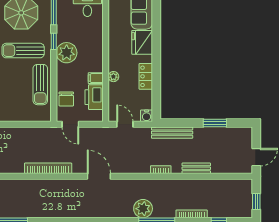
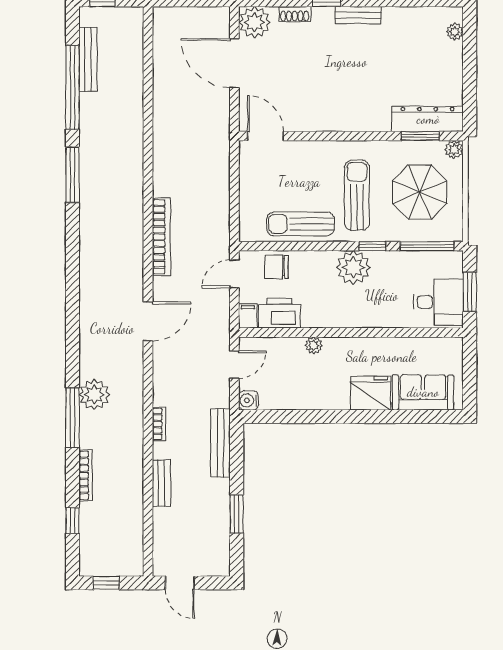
locker: (146, 76) -> (314, 399), removed
filing cabinet: (96, 78) -> (248, 316), moved

